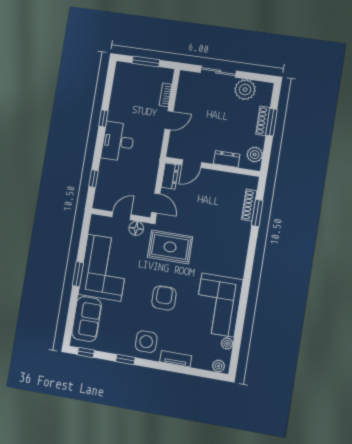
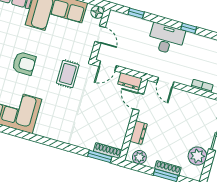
door: (169, 120) -> (165, 82), moved
shoe rack: (249, 205) -> (108, 151), moved
window: (257, 213) -> (100, 156), moved
floor lamp: (136, 228) -> (97, 12), moved
rug: (170, 247) -> (68, 74), width x0.73, depth x0.70

